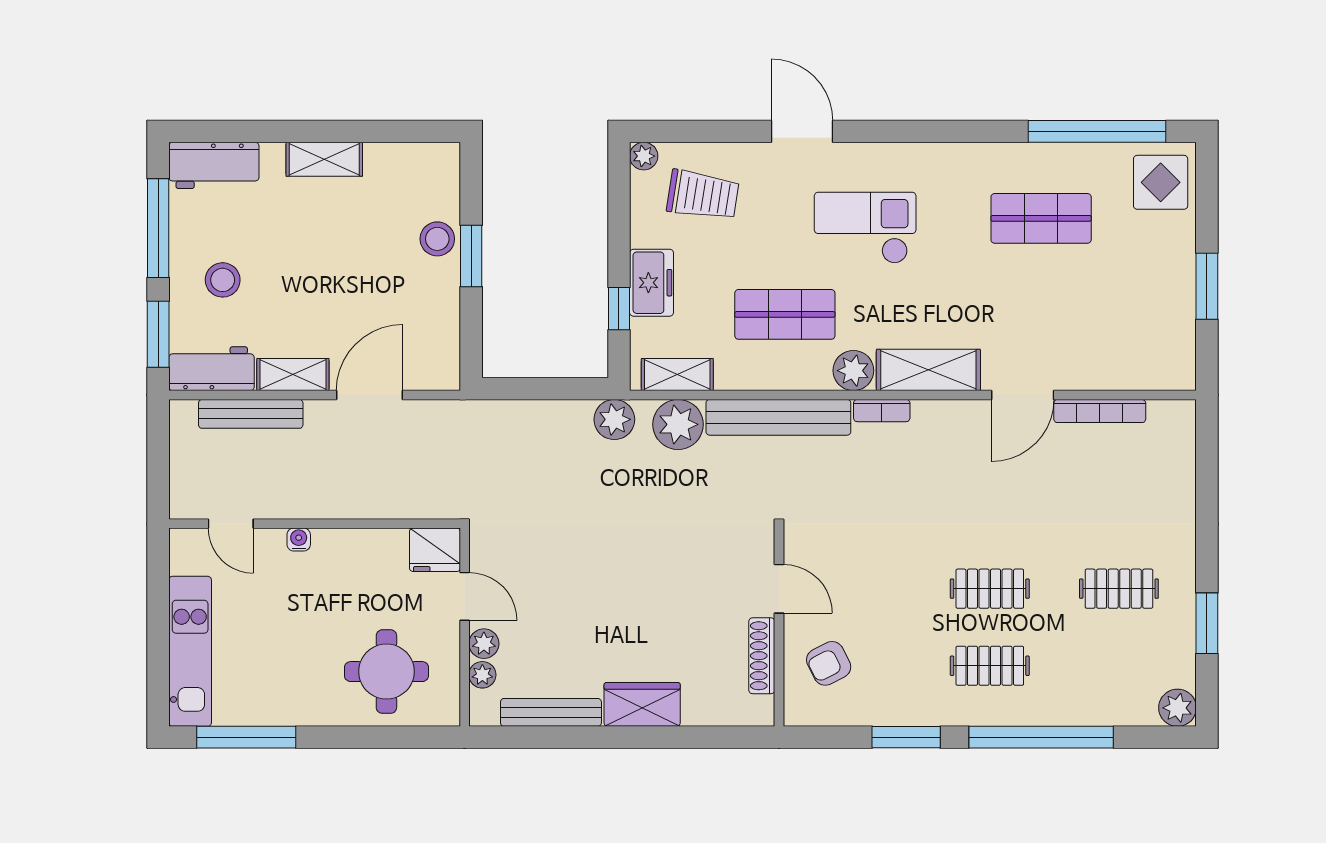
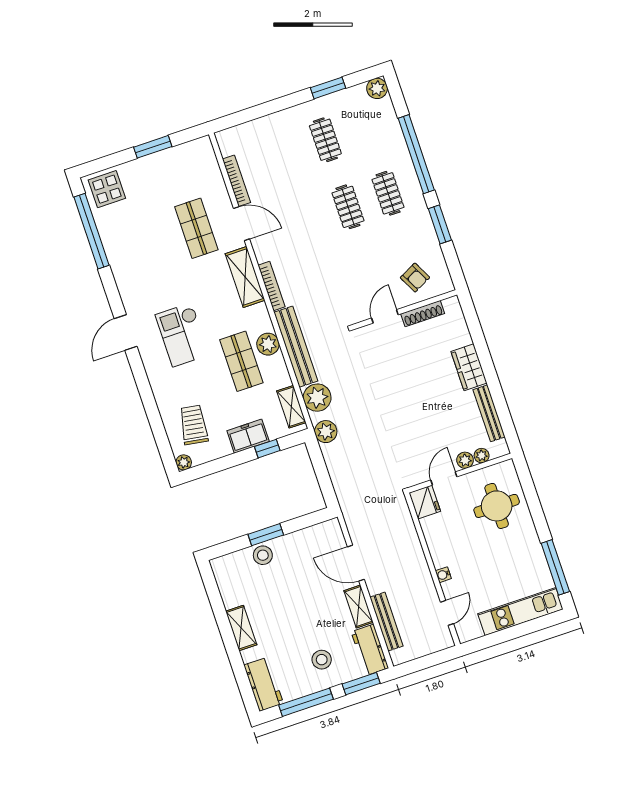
door: (802, 131) -> (126, 332), moved
shop shelf: (1041, 218) -> (196, 228), moved
plant: (853, 371) -> (268, 344), moved
bookcase: (882, 411) -> (272, 286), width x1.56

